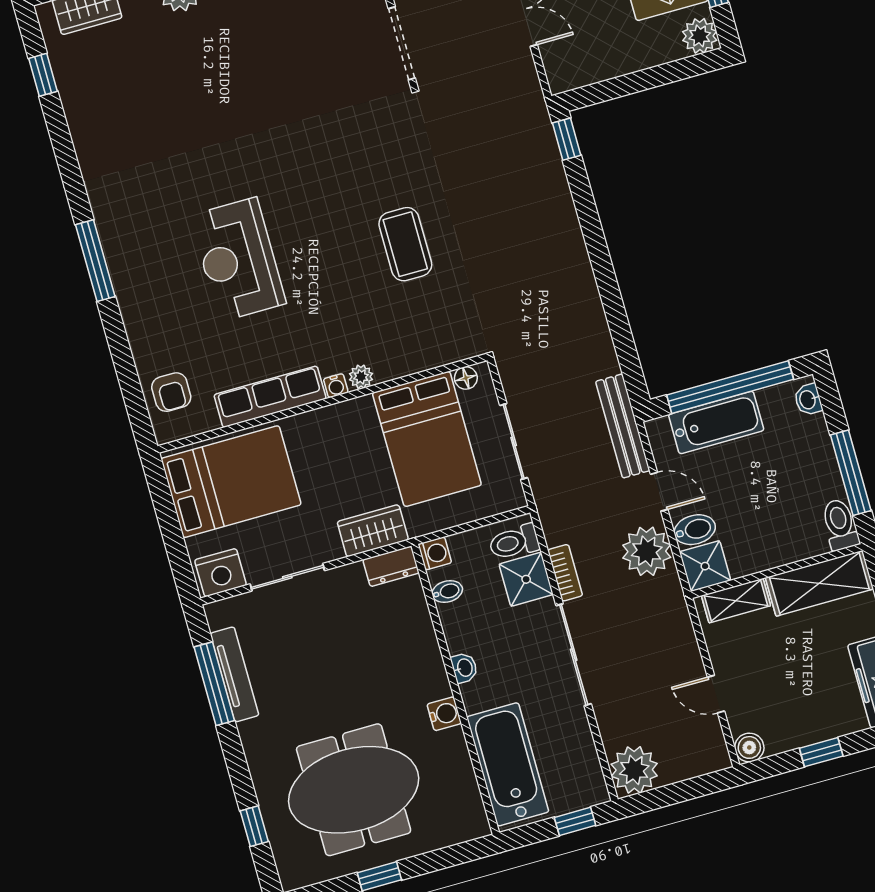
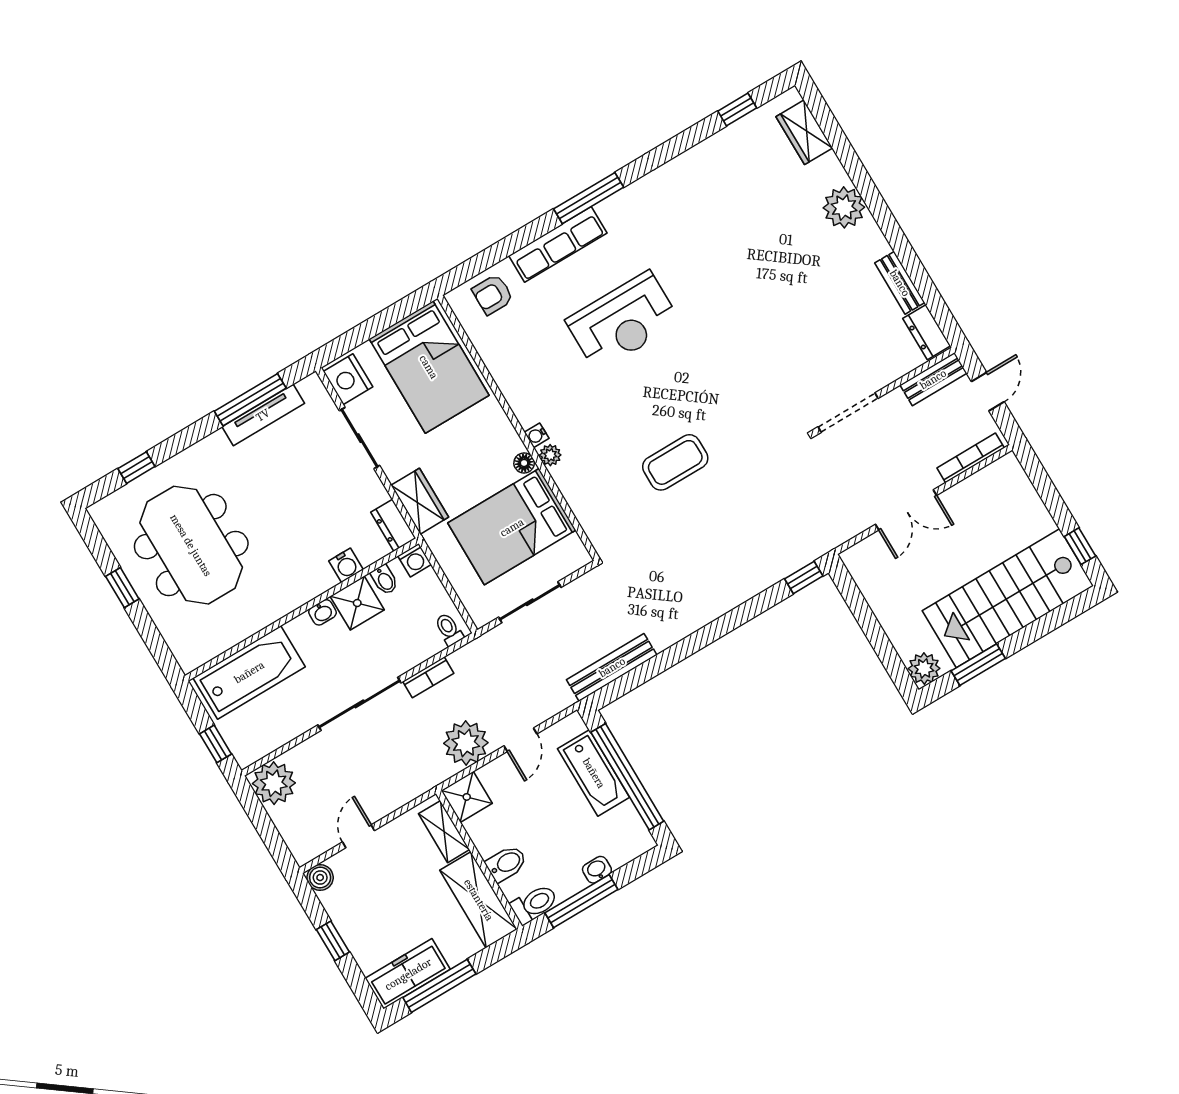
reception desk: (238, 259) -> (623, 321), turned 180
floor lamp: (466, 378) -> (524, 463), moved
row of seats: (270, 397) -> (558, 244), moved, turned 90
washbasin: (808, 400) -> (597, 870), moved
bench: (623, 426) -> (612, 667), moved
bidet: (695, 530) -> (506, 863), moved, turned -90
toilet: (514, 542) -> (449, 629), width x0.73, depth x0.72
shower: (526, 579) -> (357, 603), moved
water cooler: (444, 714) -> (346, 565), moved

